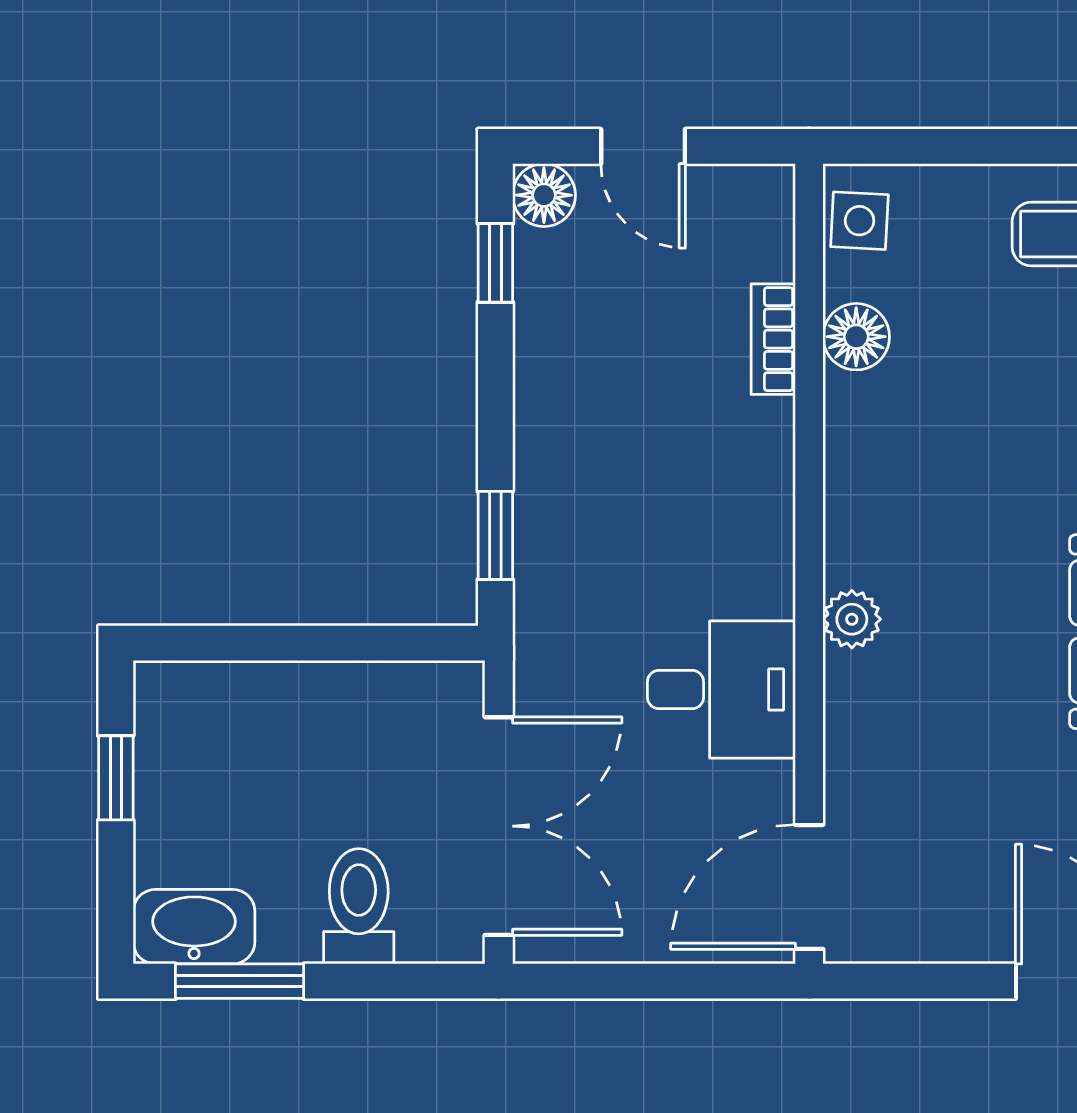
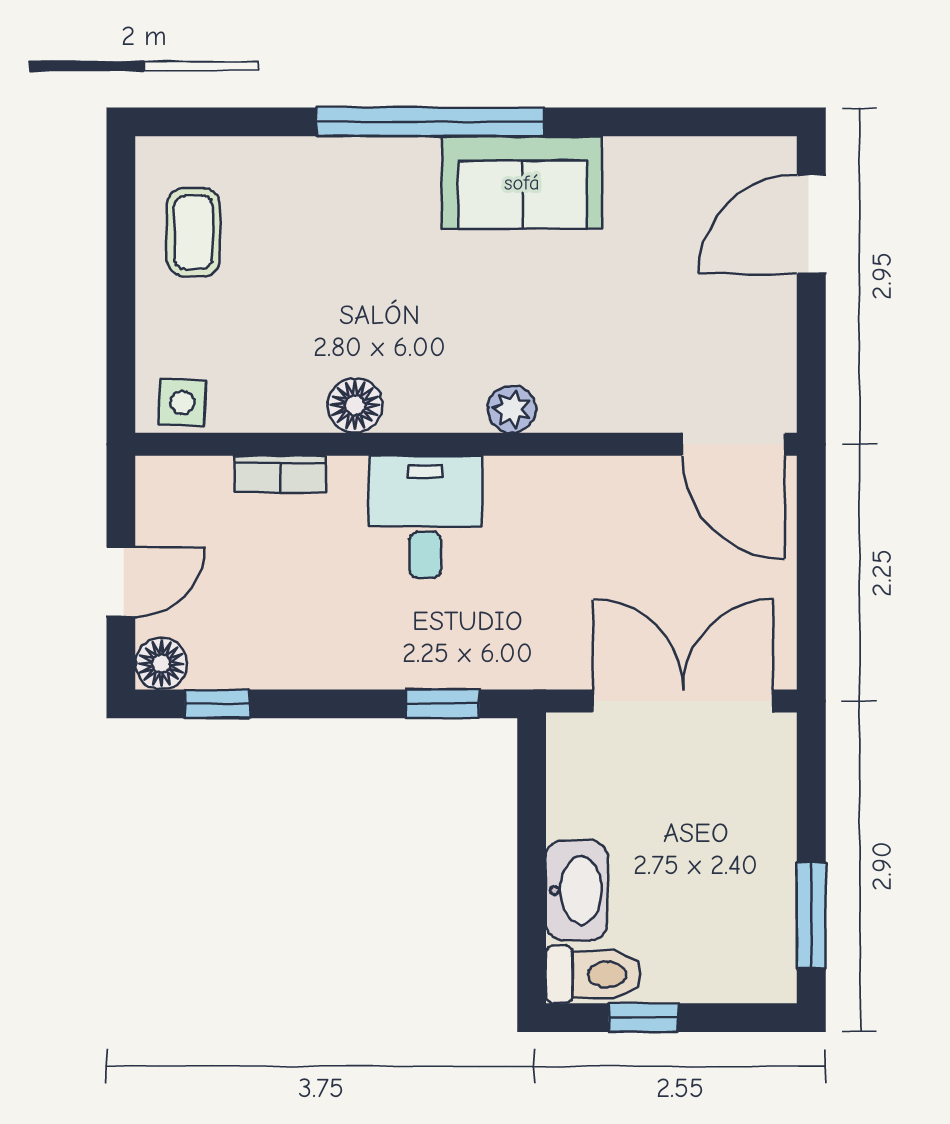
floor lamp: (856, 337) -> (355, 405), moved
desk: (721, 690) -> (425, 517), moved
toilet: (359, 906) -> (594, 974), moved, turned 180
washbasin: (194, 927) -> (577, 890), moved, turned 180

